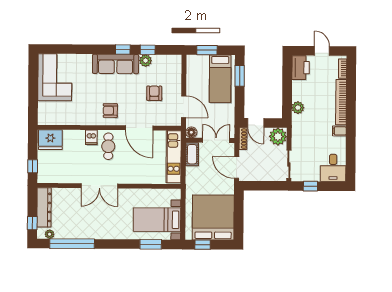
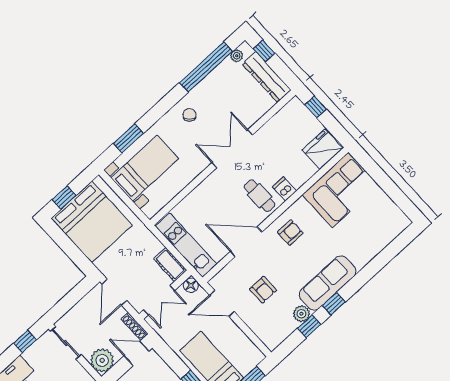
corner sofa: (55, 77) -> (340, 190), moved, turned -90
door: (237, 168) -> (114, 292), swing flipped
chair: (105, 226) -> (189, 115), added
window: (203, 245) -> (64, 198), moved

